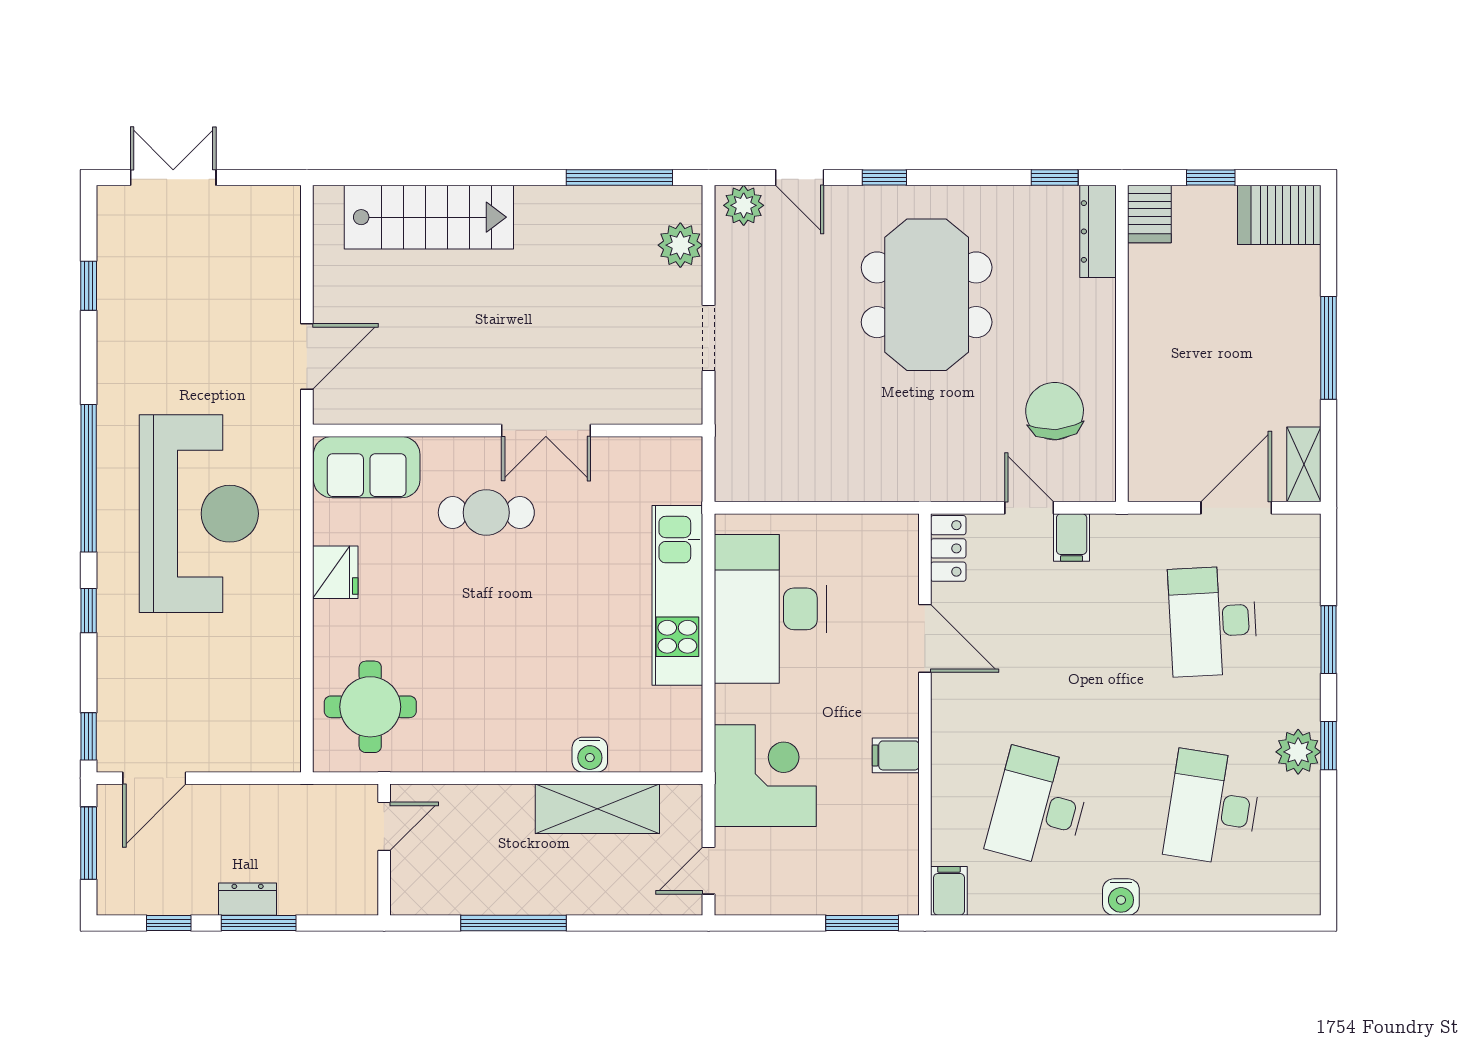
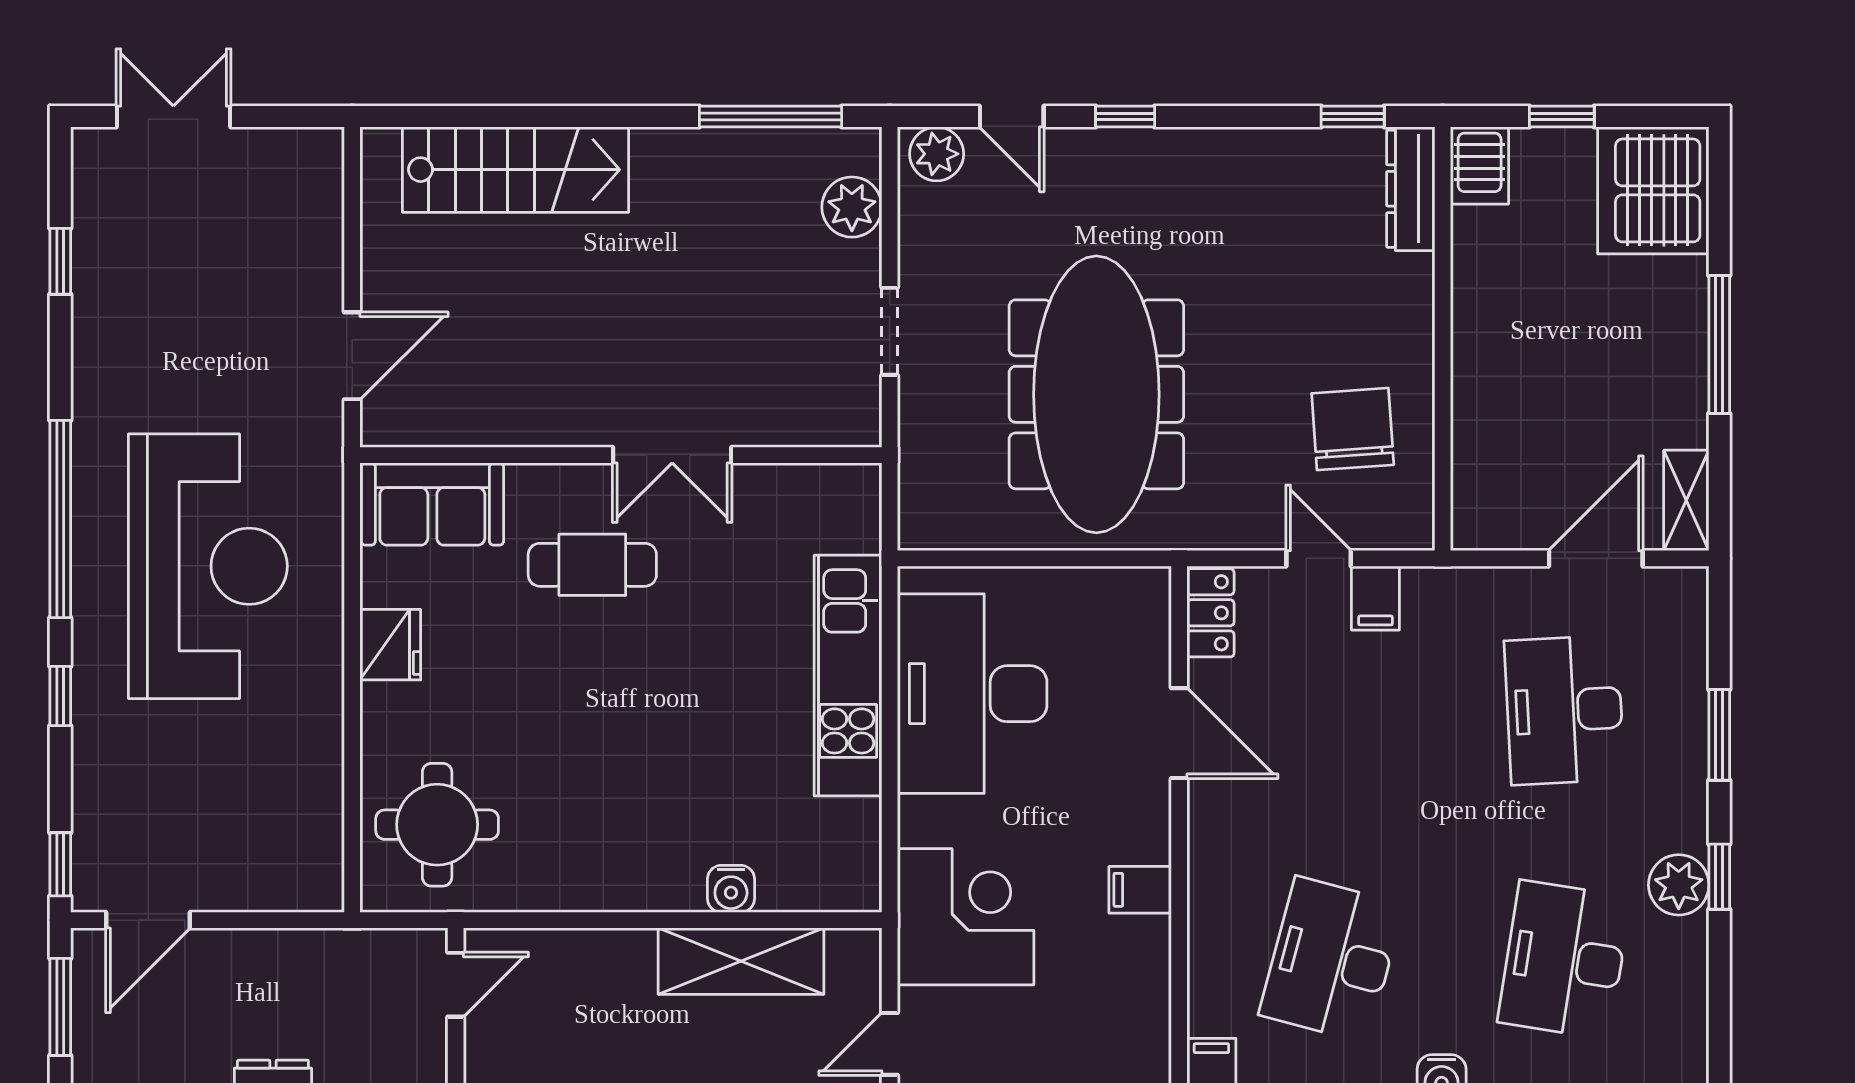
server rack: (1279, 215) -> (1653, 190), width x1.60
meeting table: (927, 295) -> (1096, 394), moved, width x1.36

